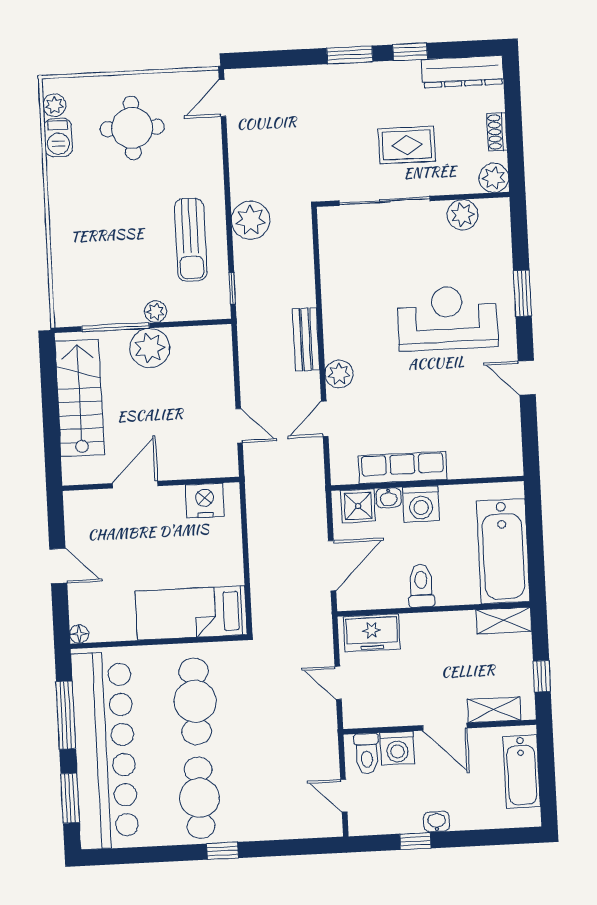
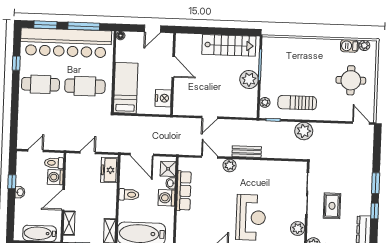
plant: (156, 312) -> (265, 102), moved
wall: (151, 484) -> (173, 74), moved
door: (135, 485) -> (173, 67), moved
nightstand: (205, 501) -> (163, 98), moved
window: (222, 851) -> (16, 63), moved

